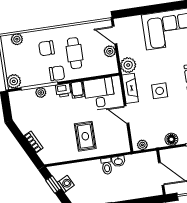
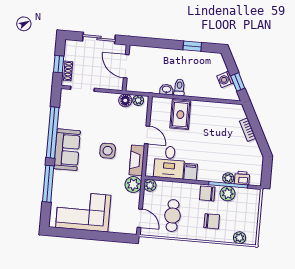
plant: (110, 51) -> (150, 185), moved
cafe table: (74, 53) -> (173, 216), moved
plant: (14, 81) -> (228, 194), moved
printer: (63, 90) -> (242, 178), moved
rug: (85, 136) -> (180, 115), moved
floor lamp: (171, 139) -> (125, 100), moved

